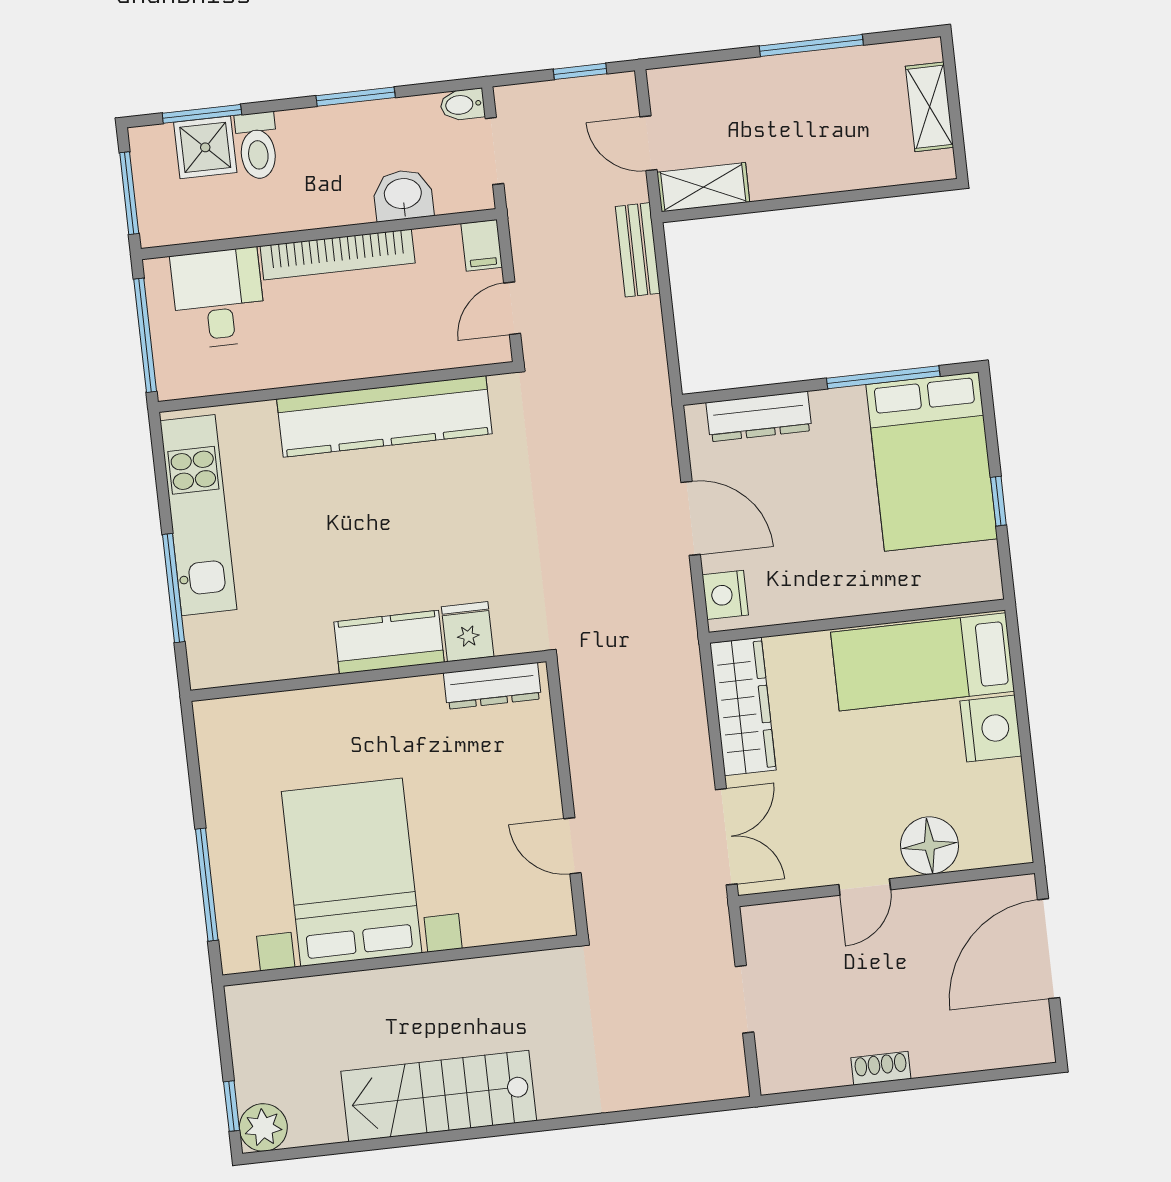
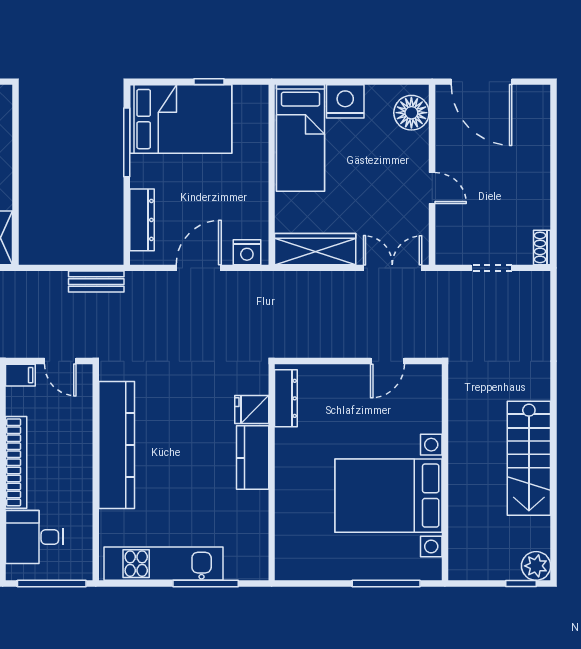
bench: (638, 250) -> (96, 282), moved
floor lamp: (929, 846) -> (411, 113), moved
shoe rack: (881, 1068) -> (542, 247), moved

